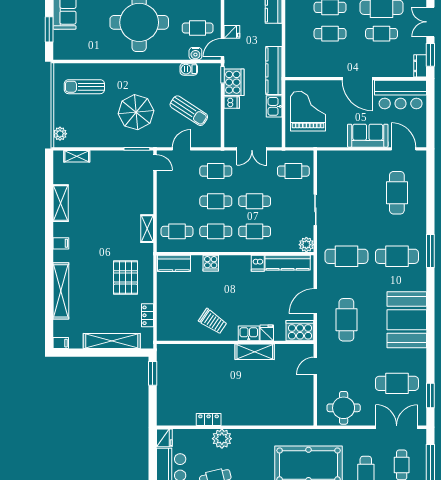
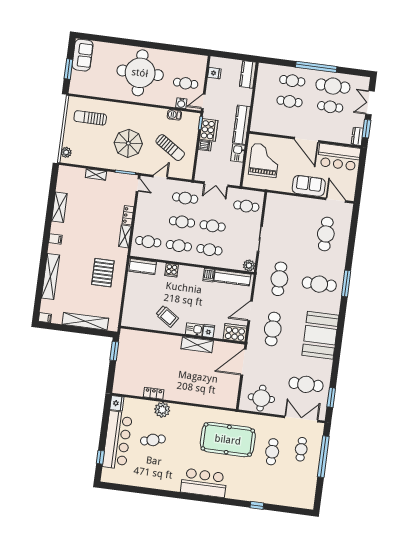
fridge: (232, 32) -> (214, 73), moved
shelving: (77, 156) -> (96, 174), moved
cafe table: (346, 256) -> (279, 279), turned 90
locker: (147, 315) -> (128, 215), moved
door: (315, 366) -> (243, 362), width x1.88

